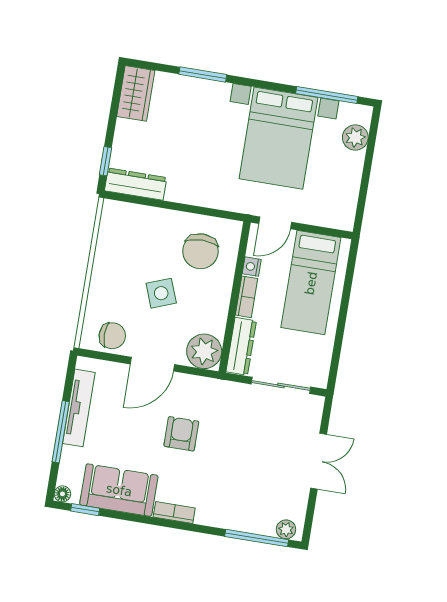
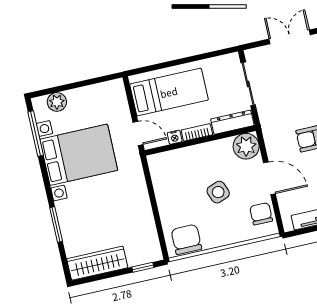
wardrobe: (136, 93) -> (97, 263), width x1.50
dresser: (136, 184) -> (150, 240), removed
chair: (200, 251) -> (186, 239), moved, turned -90

